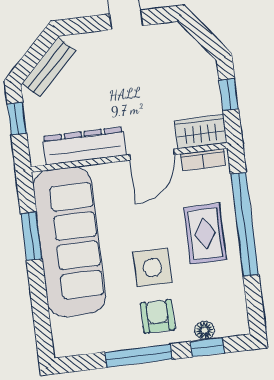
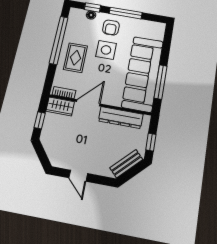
window: (245, 224) -> (59, 40), moved
window: (31, 236) -> (161, 82), width x1.44

